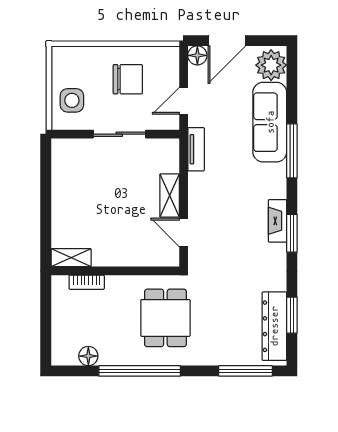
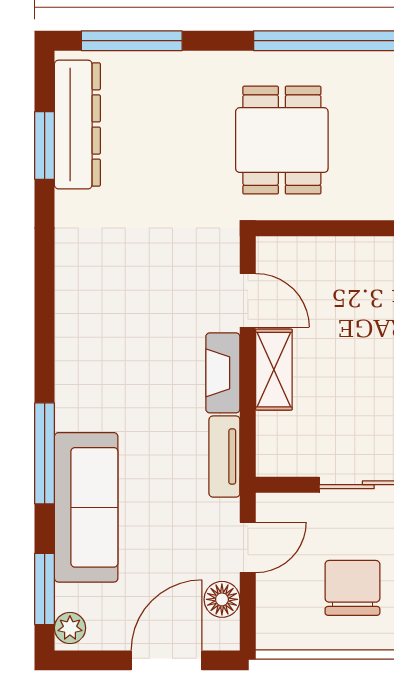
floor lamp: (197, 55) -> (222, 599), moved
plant: (271, 65) -> (70, 628), width x0.53, depth x0.53
chair: (128, 79) -> (352, 588), turned 90
fireplace: (278, 221) -> (223, 373), moved, turned 180
window: (292, 233) -> (45, 589), moved

